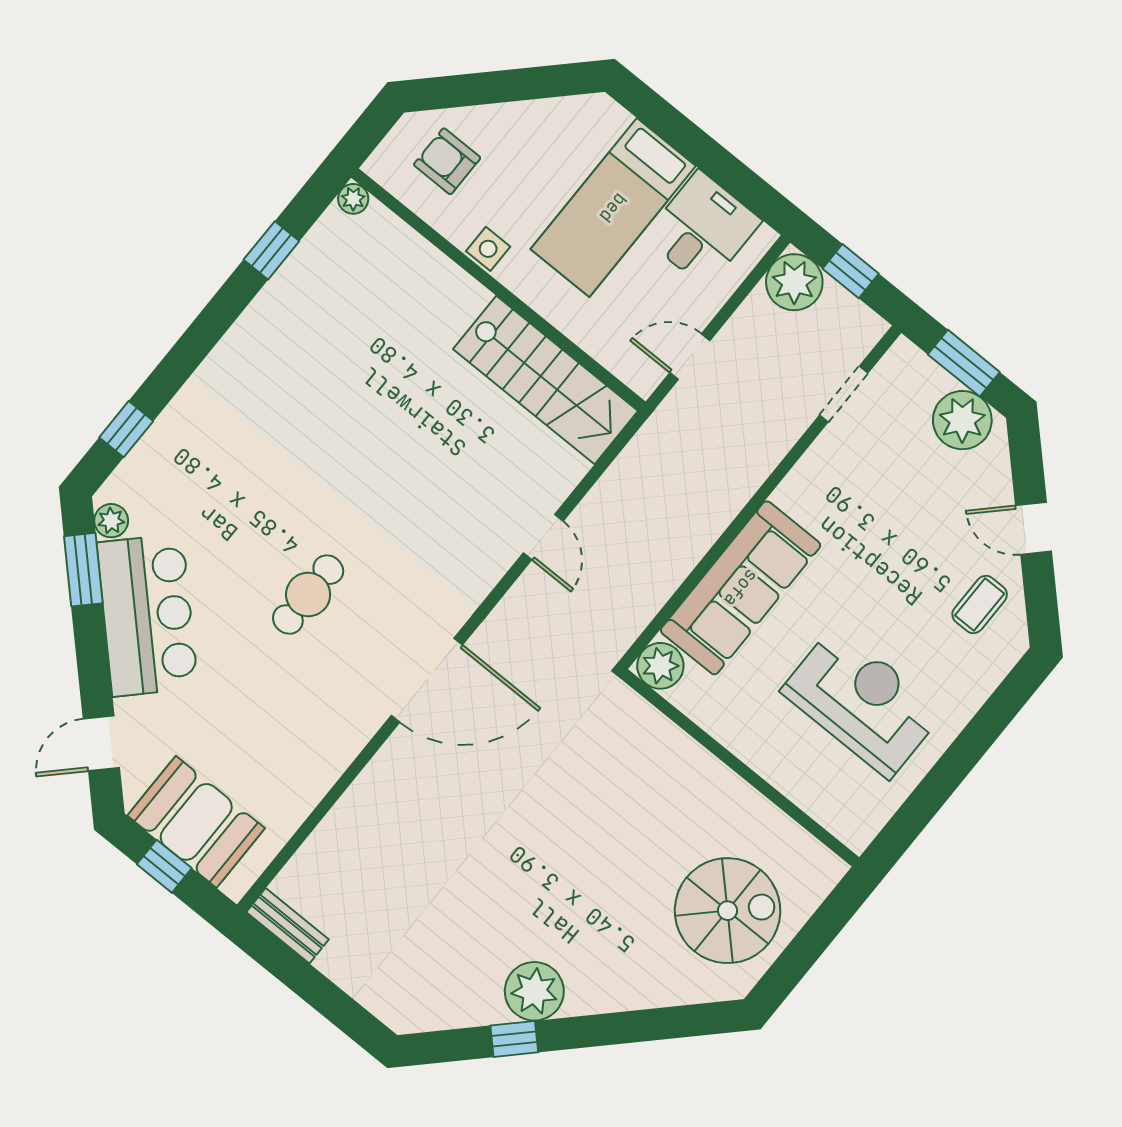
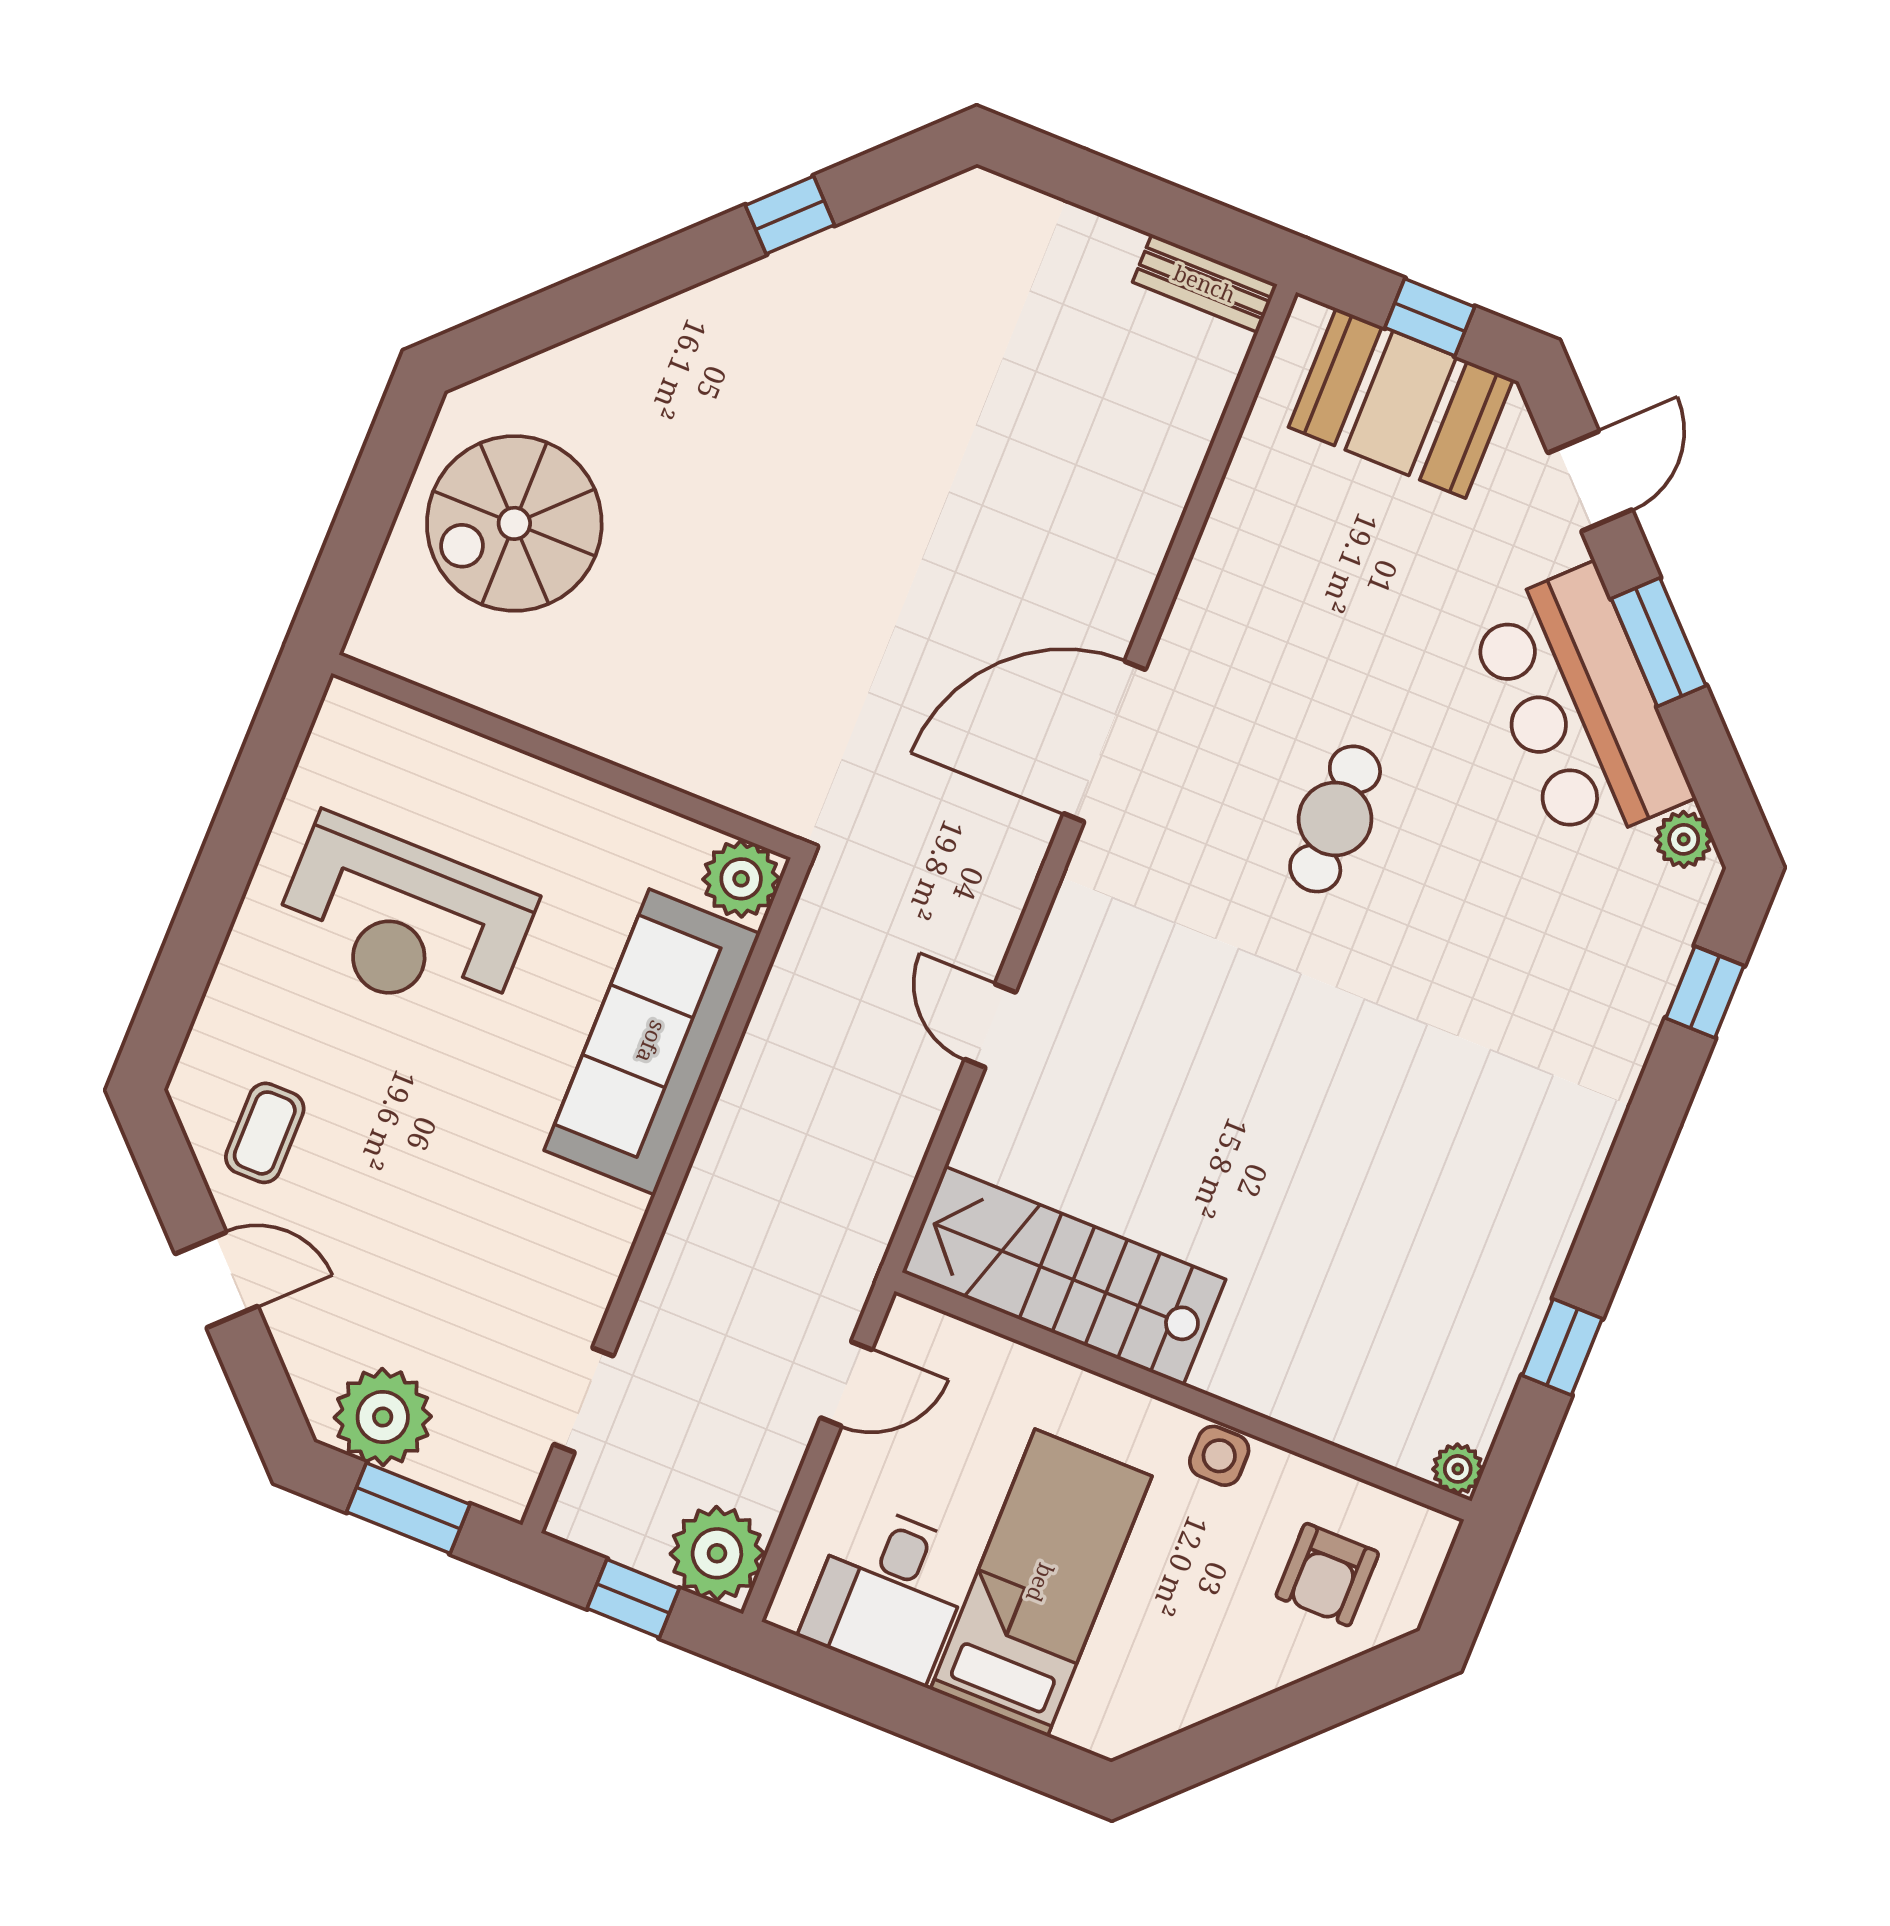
armchair: (447, 161) -> (1327, 1575), turned 90
window: (83, 570) -> (1659, 642), moved
plant: (534, 991) -> (781, 301), removed

